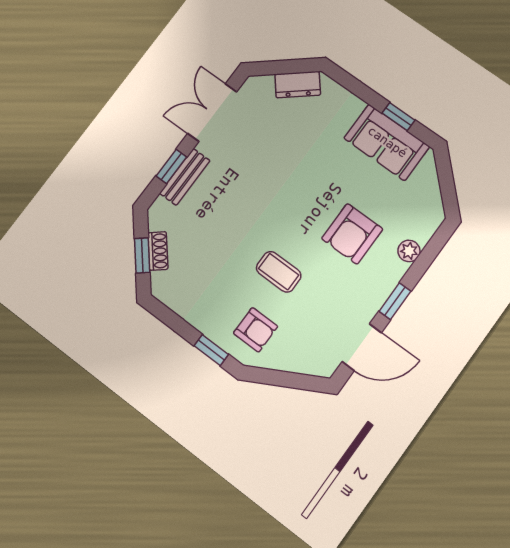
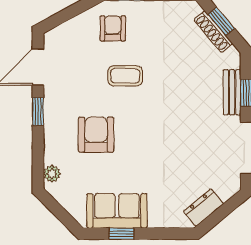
shoe rack: (158, 251) -> (213, 32), width x1.43
plant: (409, 251) -> (52, 174), moved
armchair: (255, 330) -> (113, 28), turned 90

